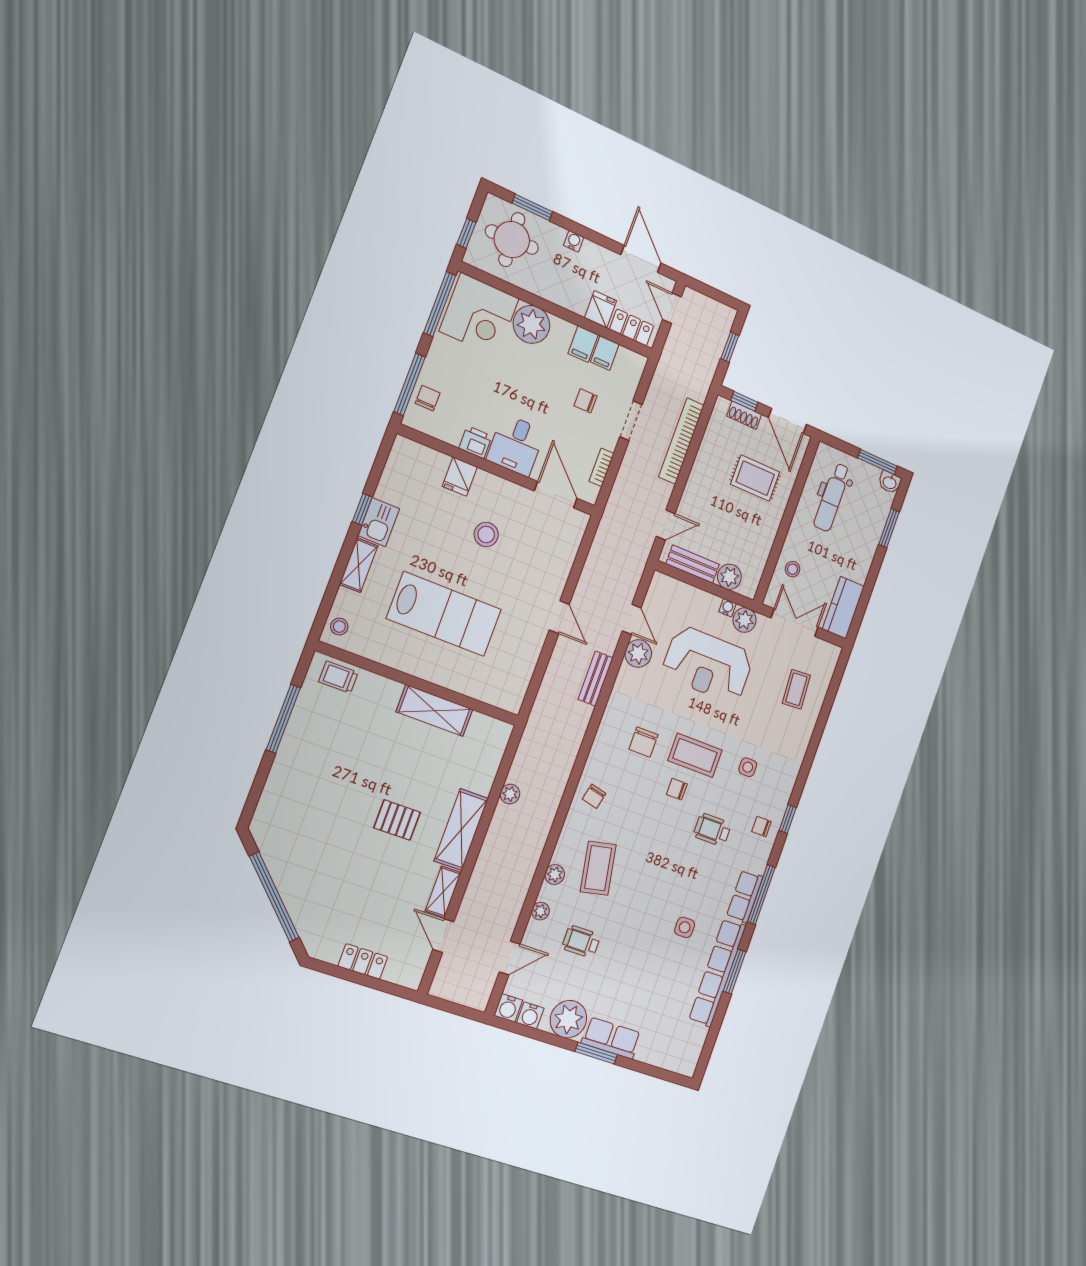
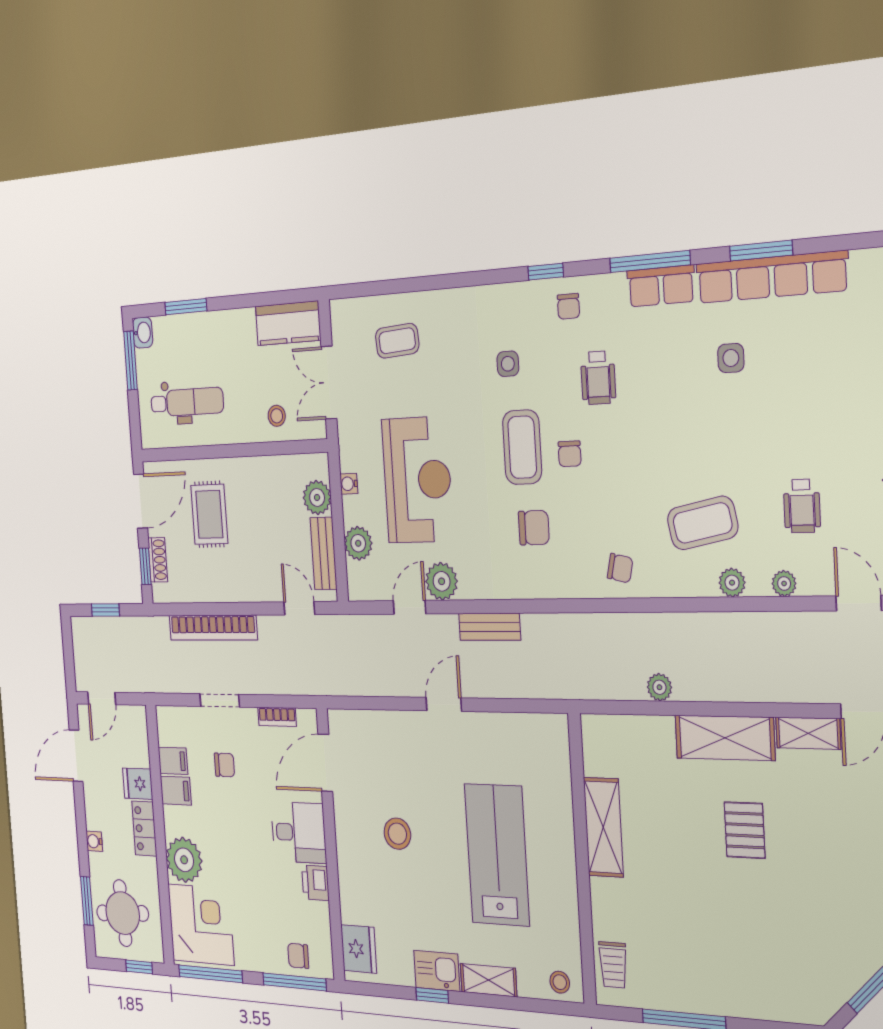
locker: (632, 328) -> (144, 829), moved
chair: (585, 401) -> (224, 765), turned -90
fridge: (460, 477) -> (359, 949), moved, width x1.38
plant: (745, 620) -> (358, 543), moved

